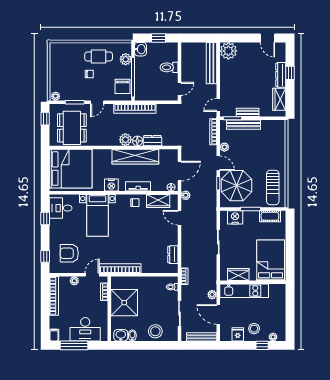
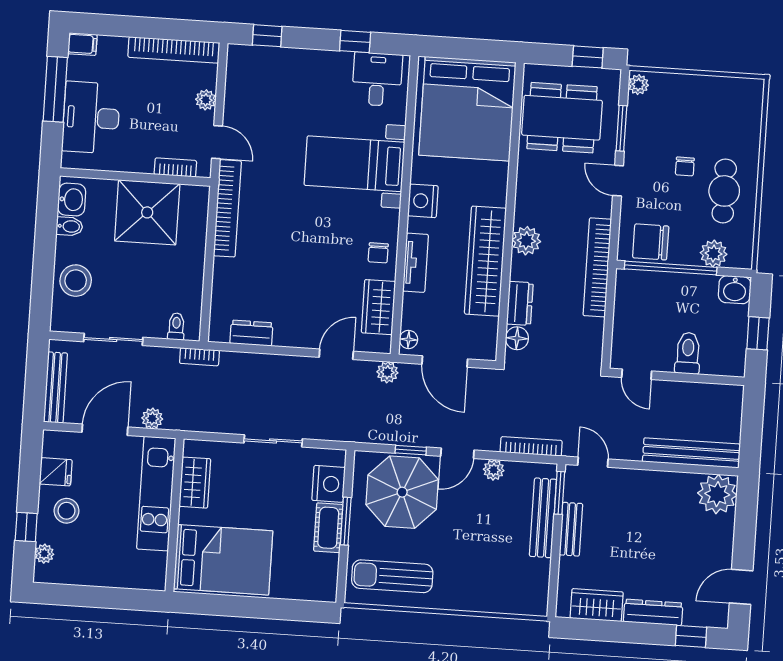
window: (290, 73) -> (691, 636), moved
floor lamp: (137, 141) -> (517, 338), moved
cot: (270, 216) -> (328, 528), moved
armchair: (69, 253) -> (271, 92), removed

